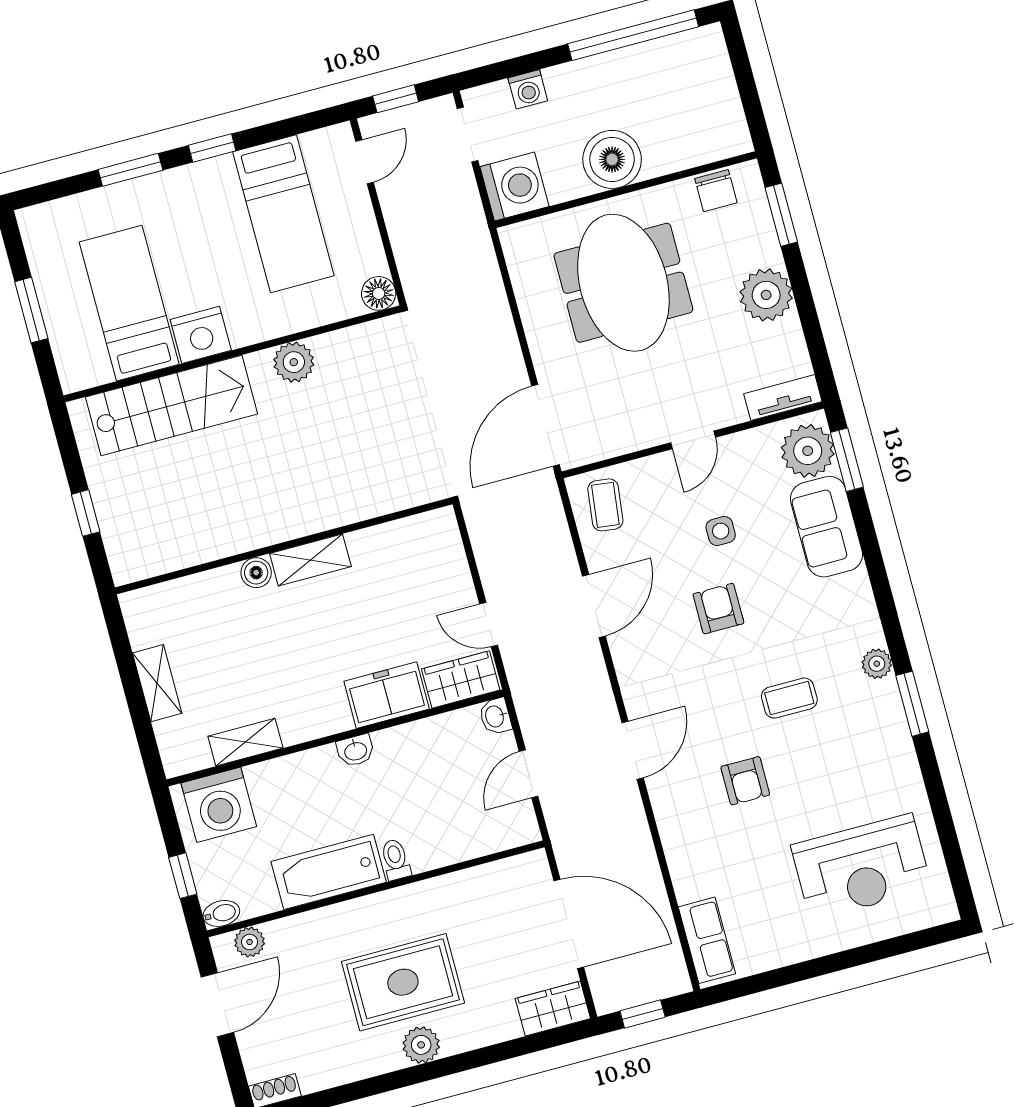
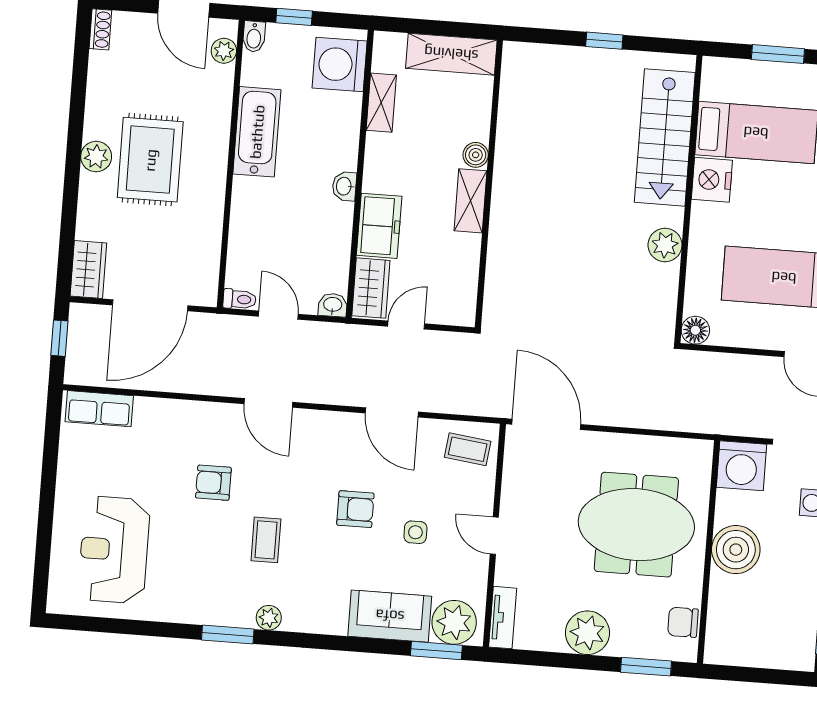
wall: (284, 546) -> (489, 184), moved
shelving: (310, 560) -> (471, 201), moved
boiler: (256, 573) -> (476, 155), moved
shelving: (157, 683) -> (451, 54), width x1.50, depth x1.33
toilet: (396, 860) -> (240, 299), moved

